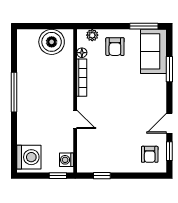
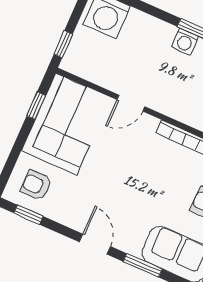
door: (169, 123) -> (95, 244), moved
corner sofa: (105, 153) -> (66, 124), added
washing machine: (66, 160) -> (185, 42), moved, turned 180

